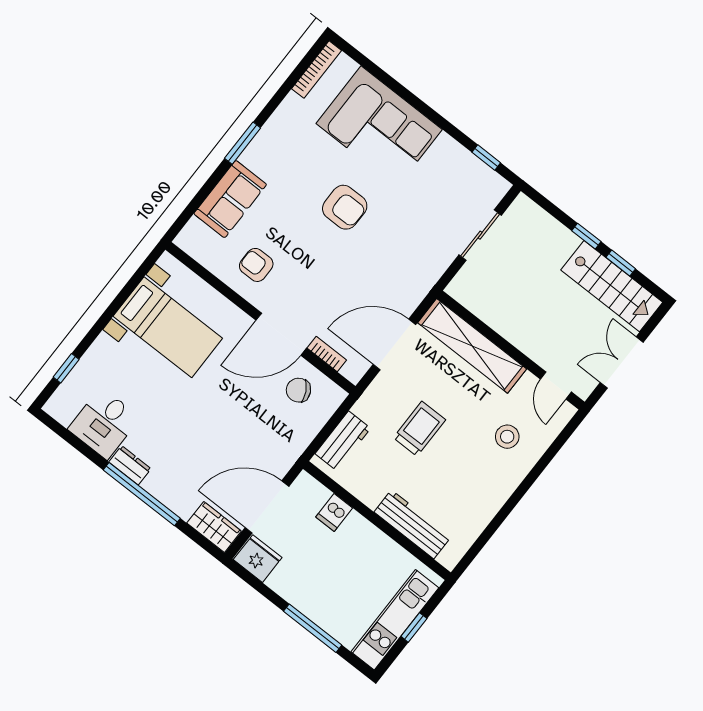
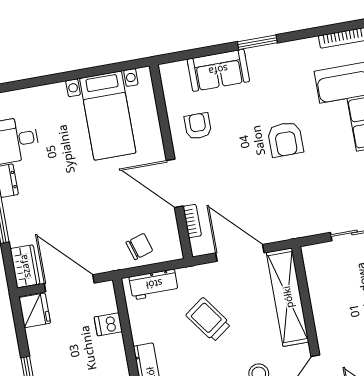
window: (66, 368) -> (21, 84), removed
chair: (298, 390) -> (139, 247), moved, turned 101
trolley: (419, 429) -> (208, 320), turned -126

